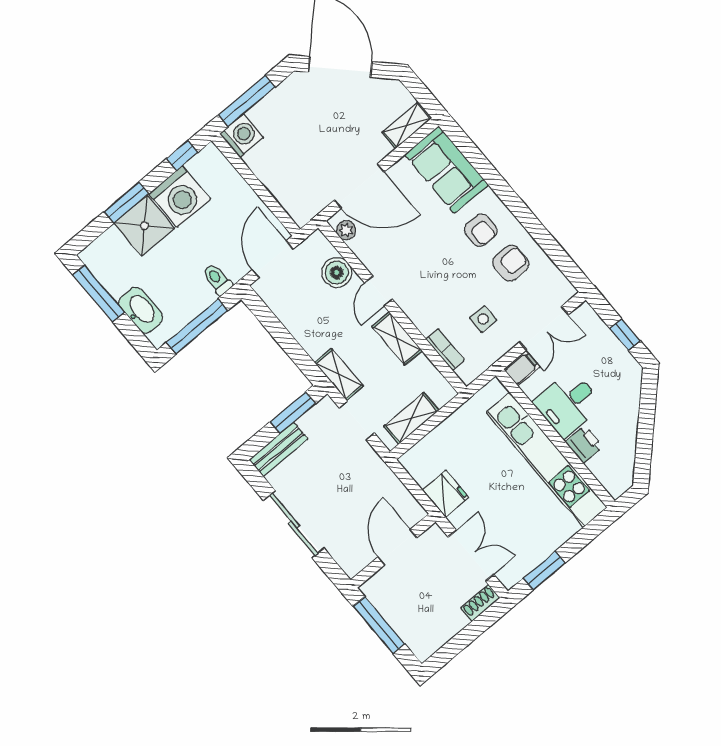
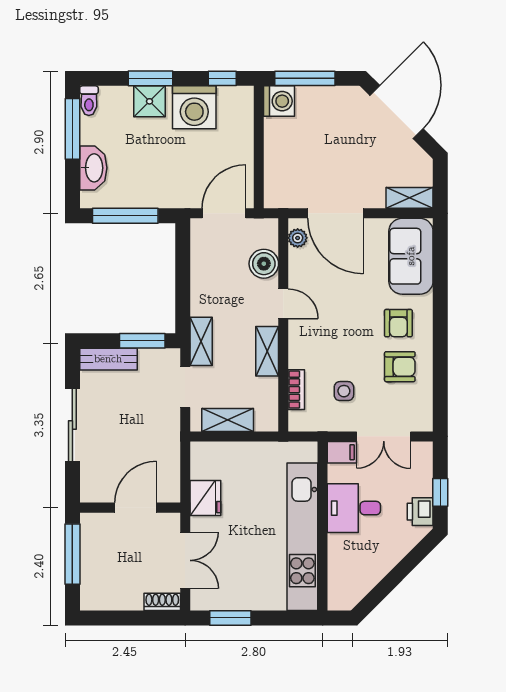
shower: (144, 226) -> (150, 101), width x0.73, depth x0.73
toilet: (217, 280) -> (89, 101), moved, turned 180
door: (378, 291) -> (283, 304), swing flipped
printer: (584, 444) -> (420, 512), moved, turned 180

